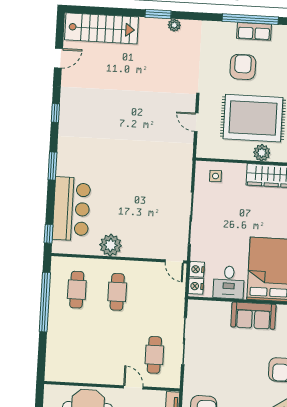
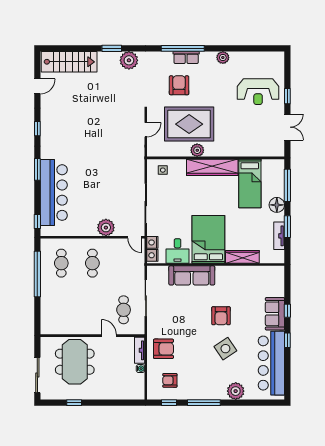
plant: (174, 25) -> (129, 60), width x1.87, depth x1.87
door: (196, 122) -> (146, 130), swing flipped
bar counter: (71, 209) -> (54, 193), width x1.36
plant: (111, 245) -> (106, 228), moved
sofa: (253, 316) -> (192, 275), width x1.36

